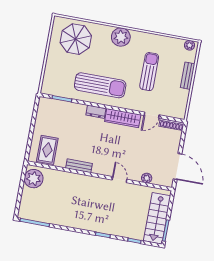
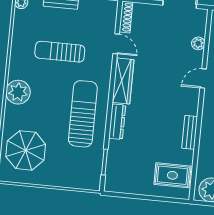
dresser: (96, 112) -> (117, 122), width x1.44

